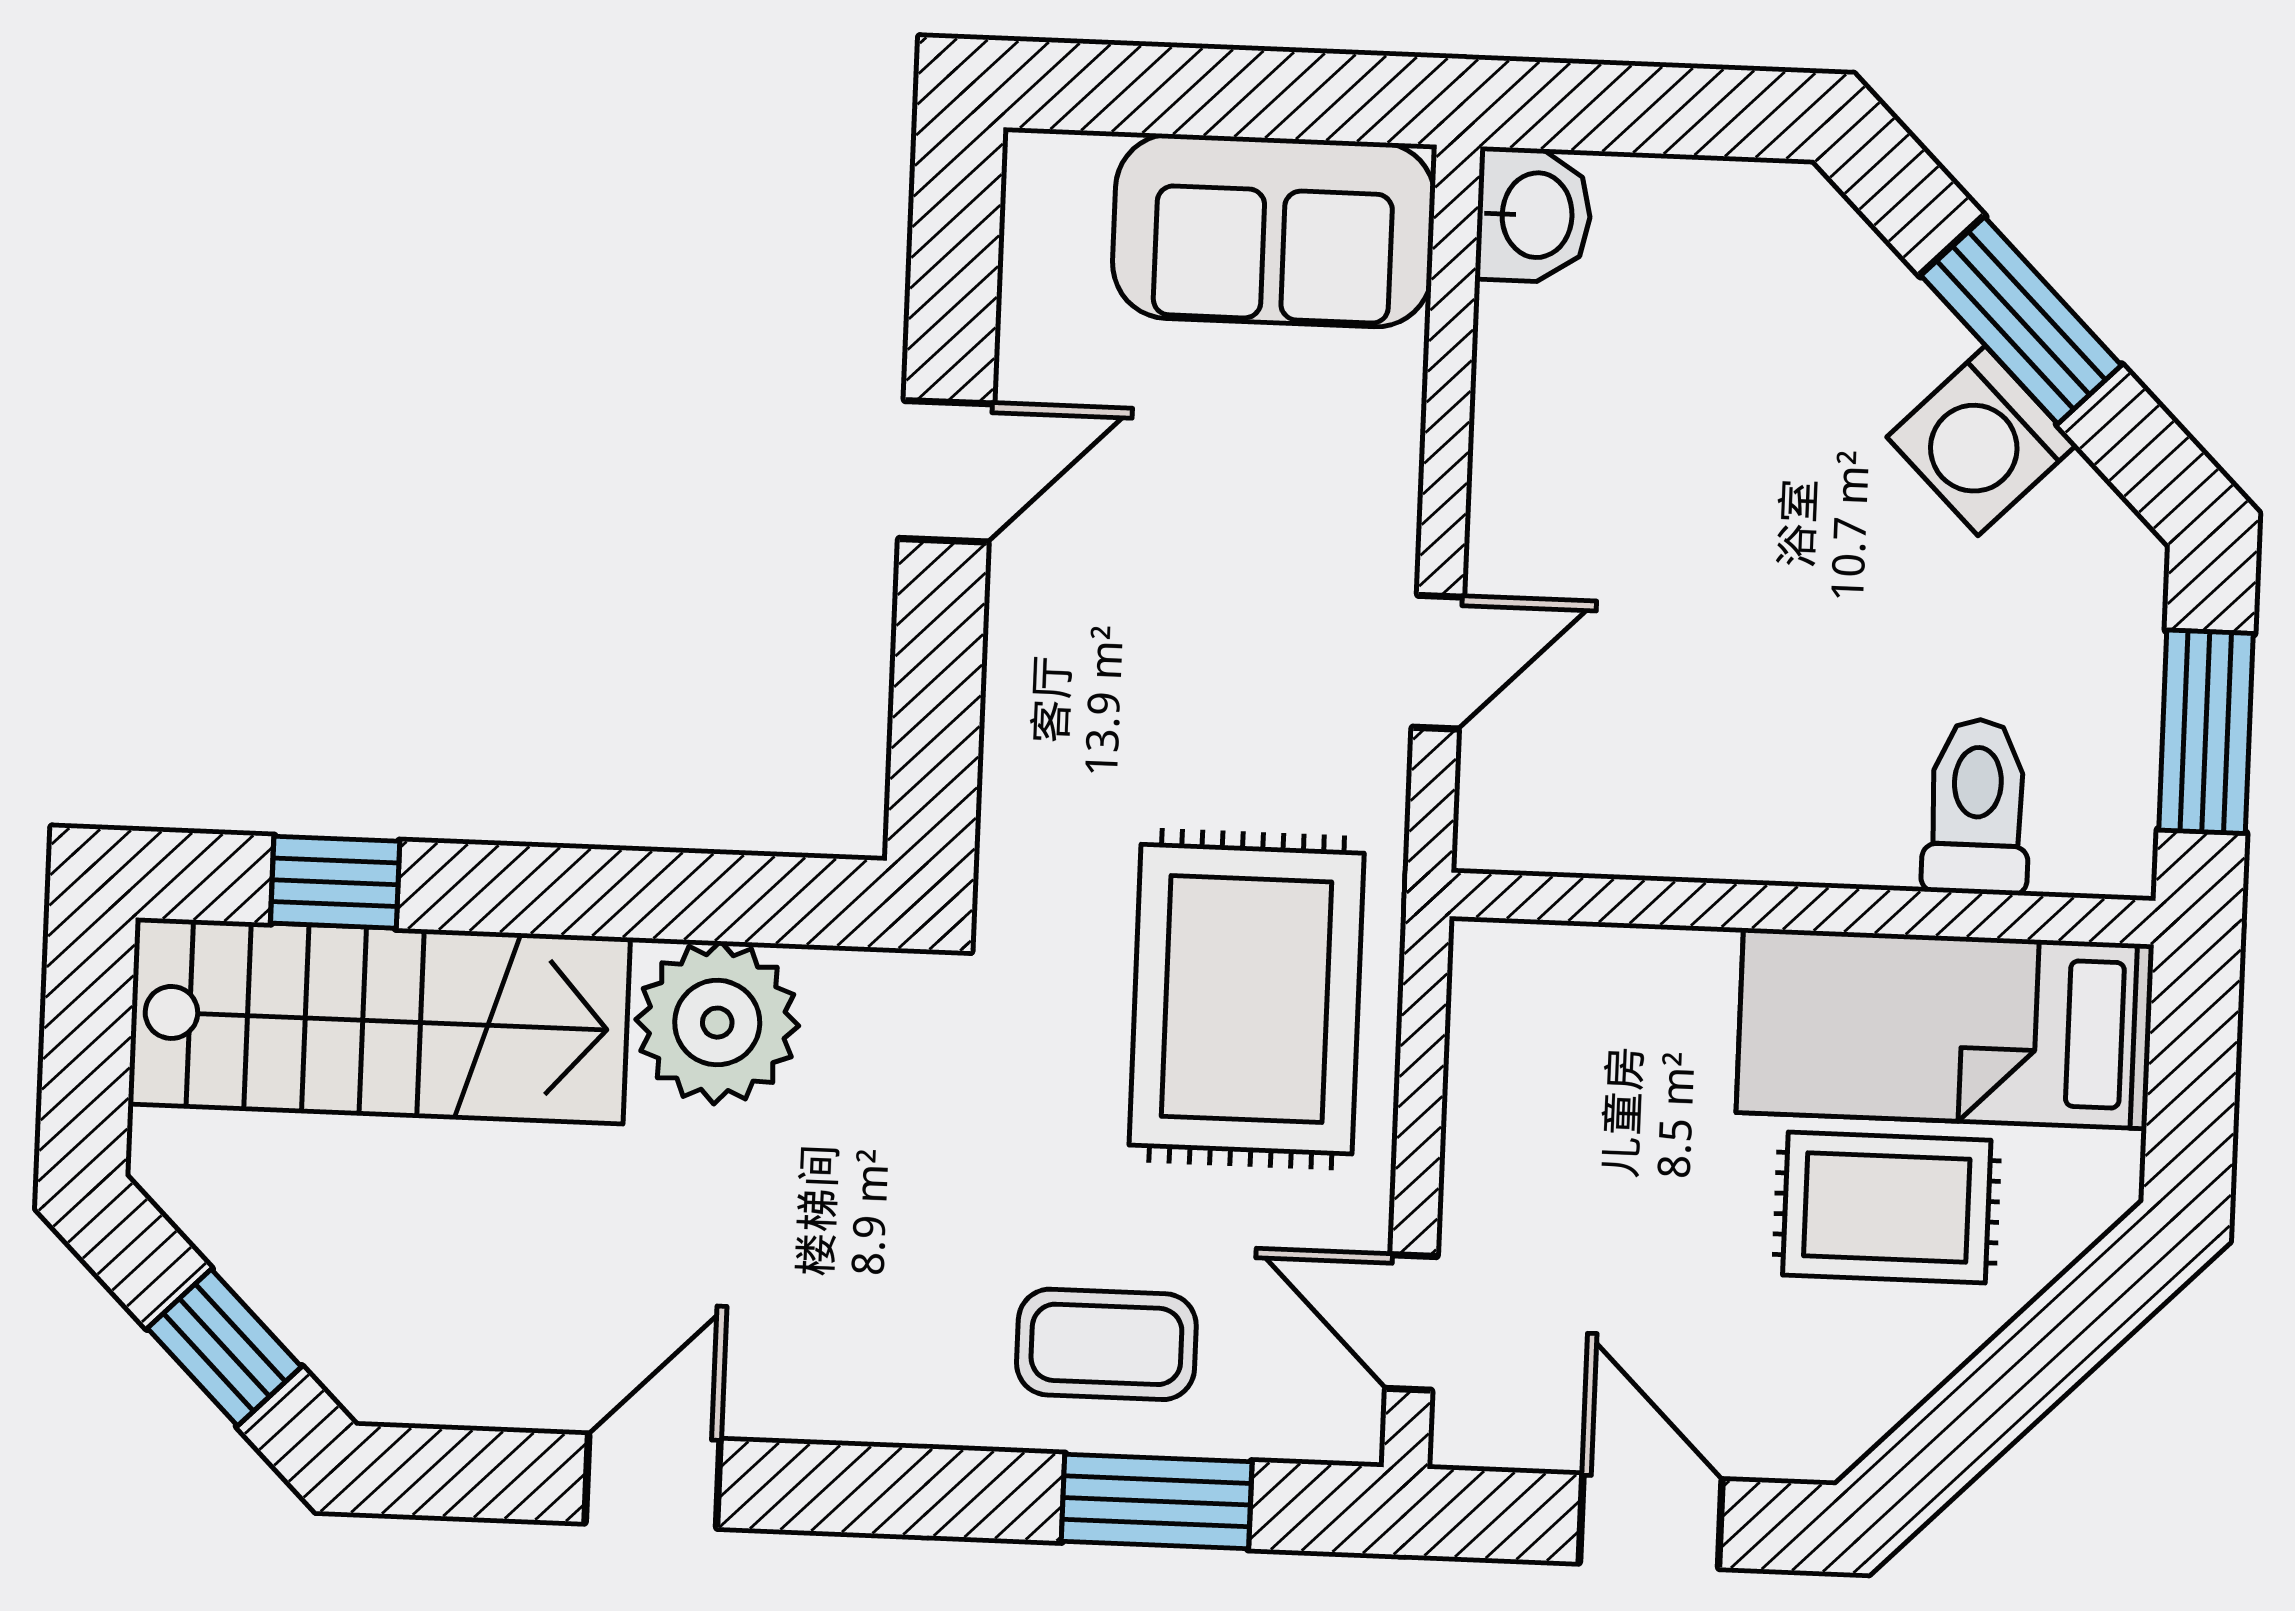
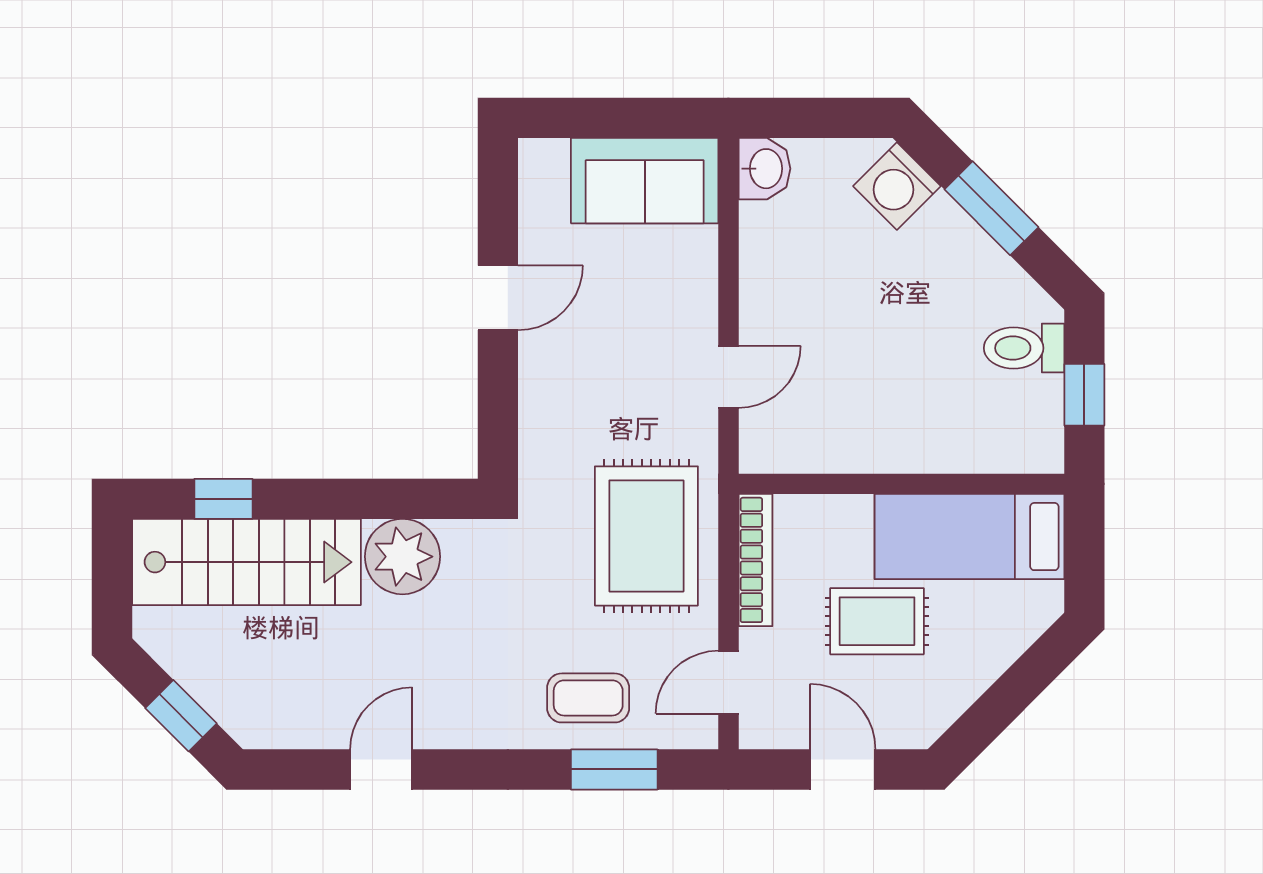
washing machine: (1982, 441) -> (897, 186), moved
window: (2206, 732) -> (1084, 395), width x0.67
toilet: (1977, 807) -> (1024, 348), moved, turned -90
bookcase: (1480, 1061) -> (755, 560), added
rug: (1887, 1208) -> (877, 621), moved
door: (1411, 1322) -> (728, 682), hinge flipped

